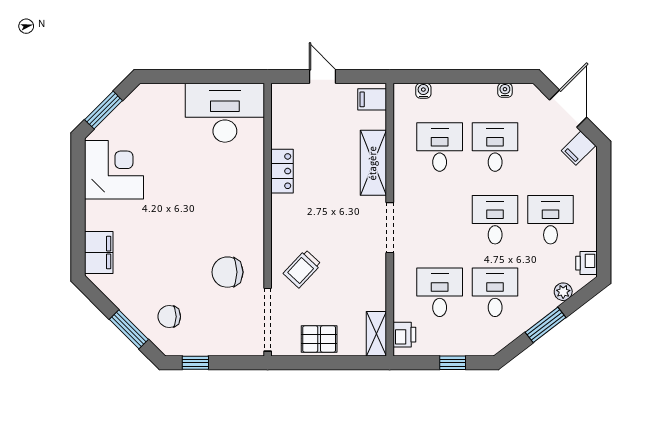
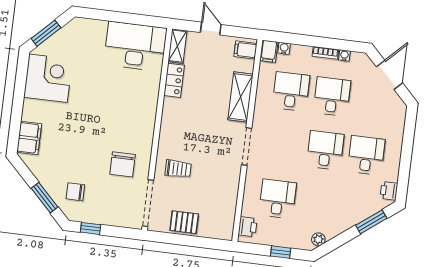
bookcase: (479, 90) -> (325, 53), added
filing cabinet: (578, 148) -> (269, 51), moved, turned -45
locker: (282, 171) -> (174, 80), moved
trolley: (302, 269) -> (178, 169), turned -133
chair: (227, 272) -> (123, 164), turned -90
desk: (495, 292) -> (319, 204), removed
plant: (563, 292) -> (318, 239), moved
window: (546, 325) -> (371, 222), moved
shelving: (376, 334) -> (177, 46), moved

